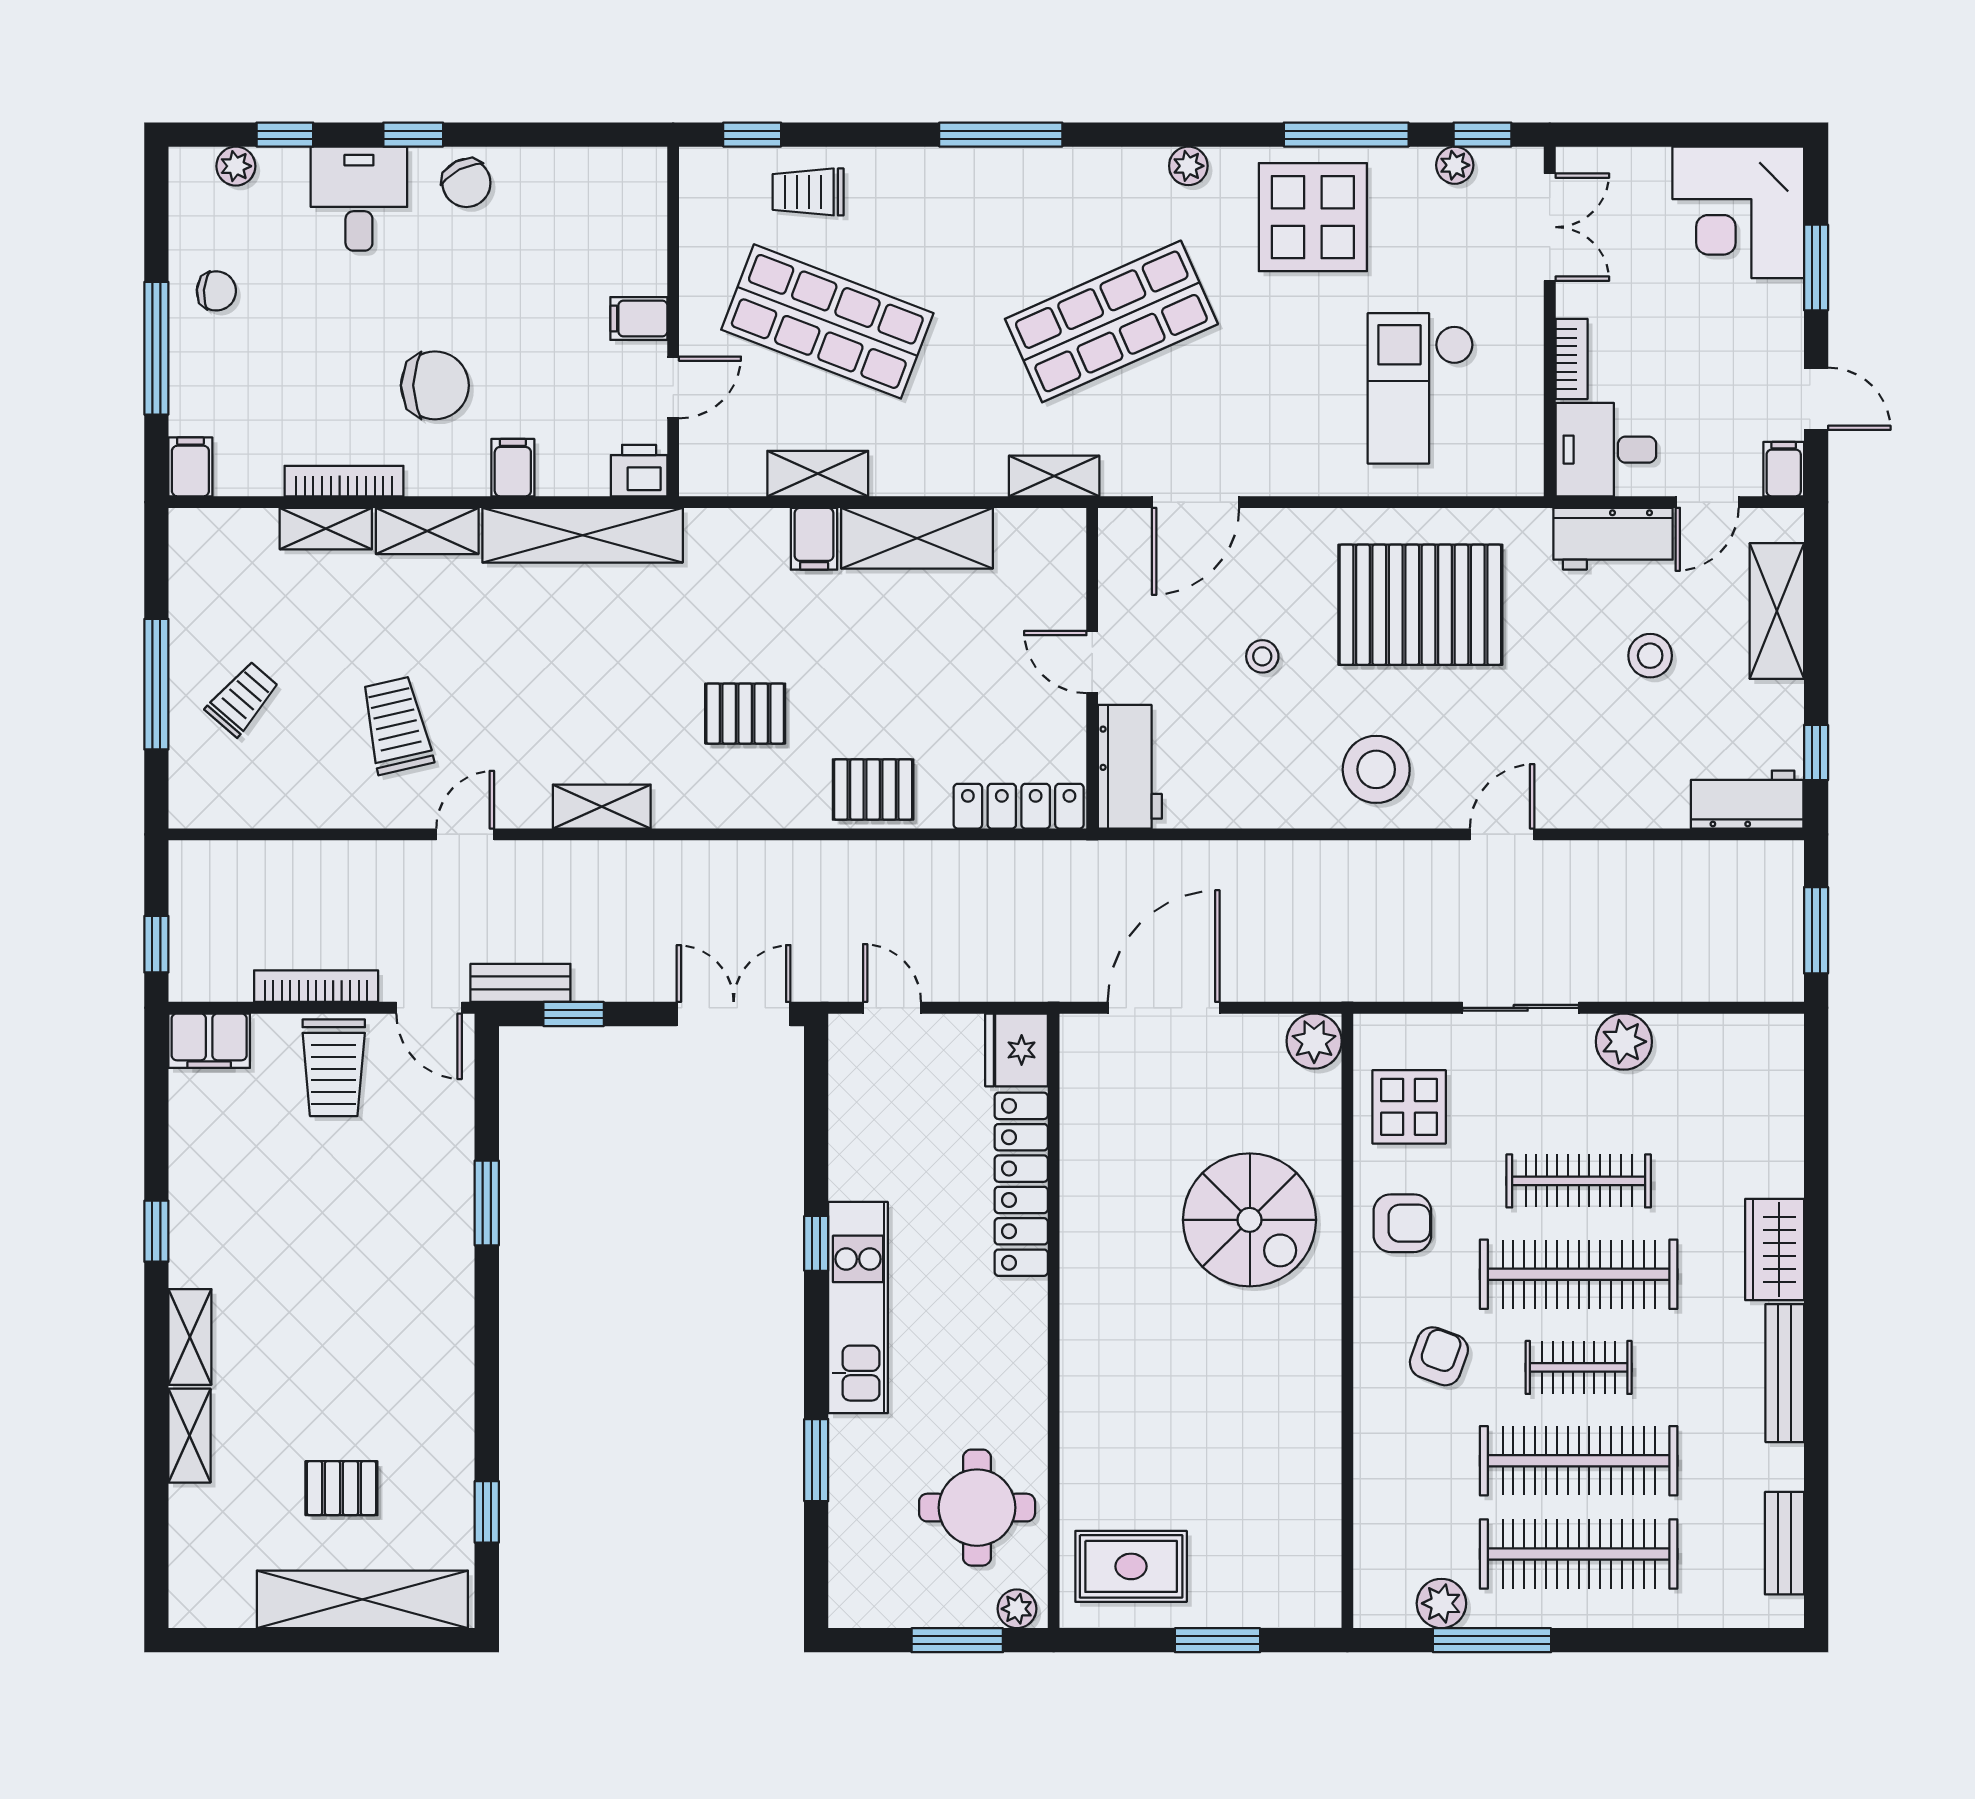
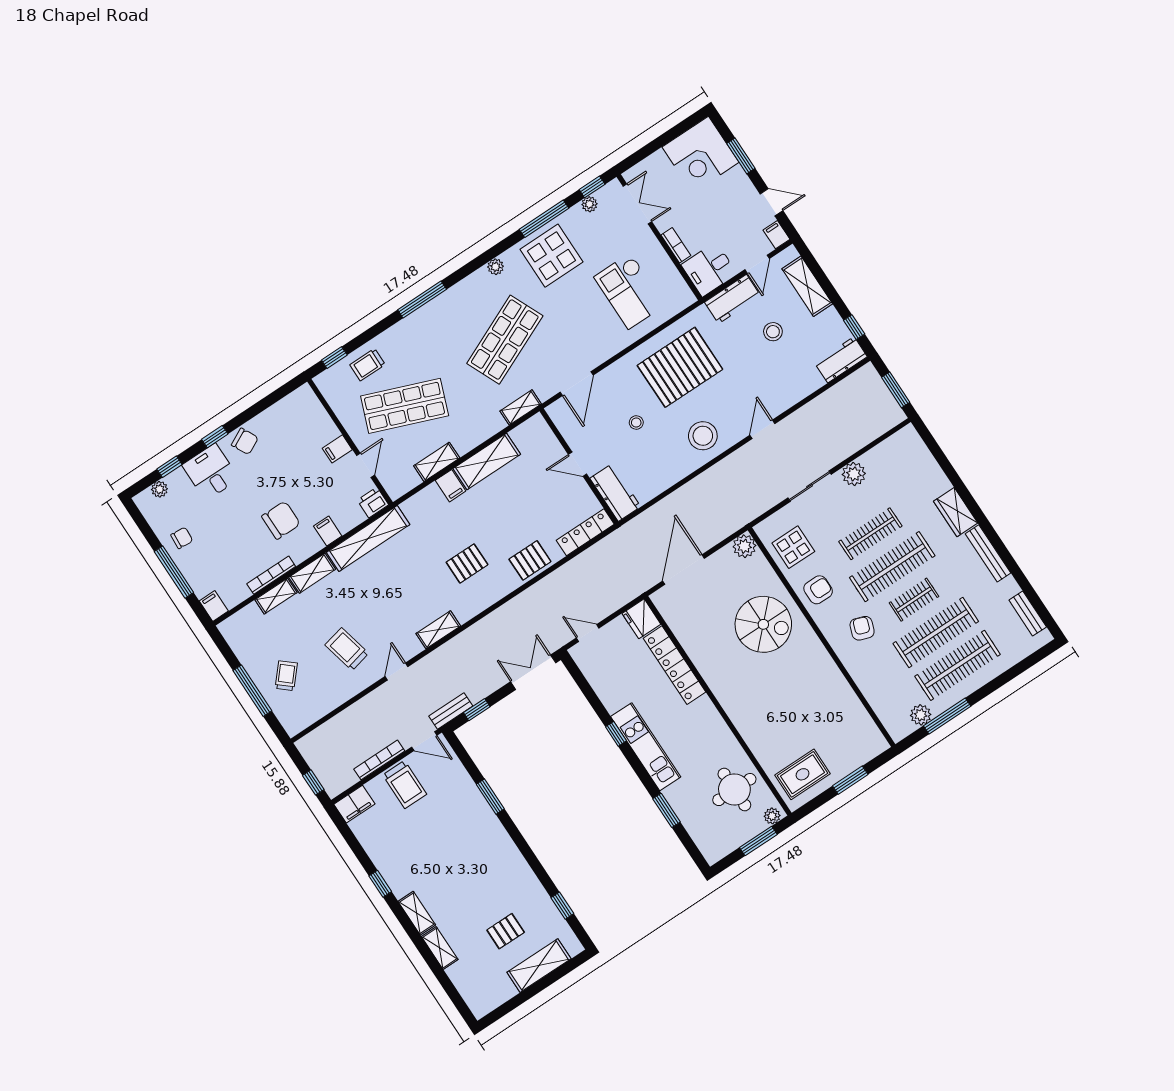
shelving: (362, 1599) -> (539, 965), width x0.68

